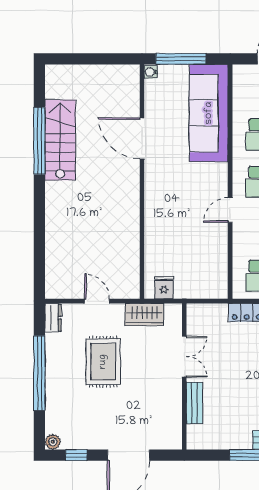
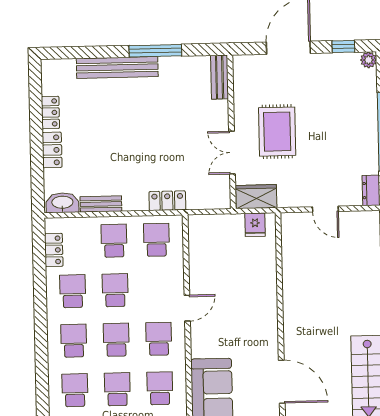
wardrobe: (144, 314) -> (256, 197), moved
rug: (103, 362) -> (277, 132), moved
bench: (194, 403) -> (220, 77), moved

